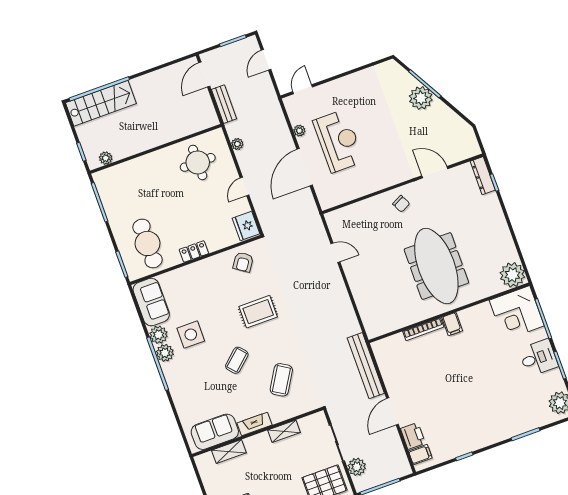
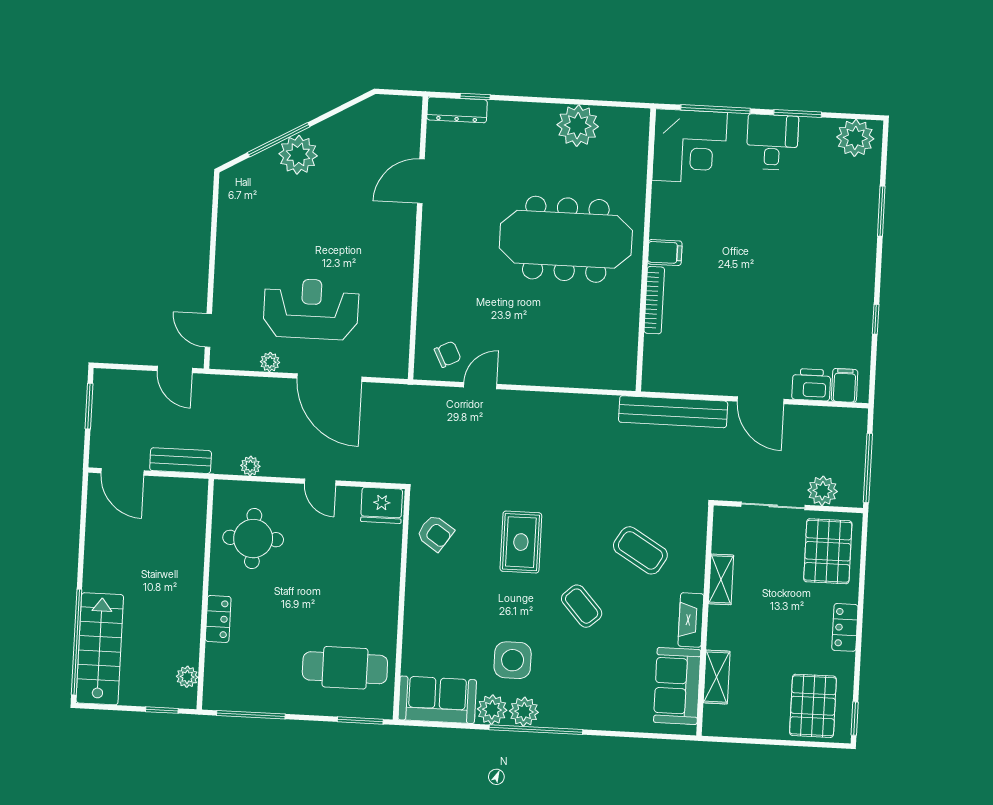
door: (266, 60) -> (175, 370), moved
chair: (401, 204) -> (448, 354), moved
locker: (194, 251) -> (218, 619), moved, turned 180
plant: (512, 275) -> (578, 126), moved

